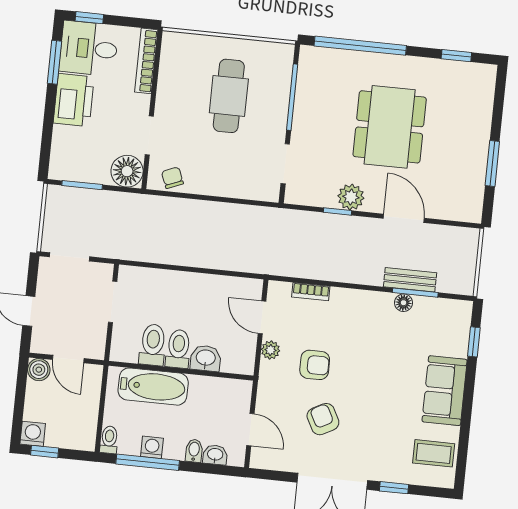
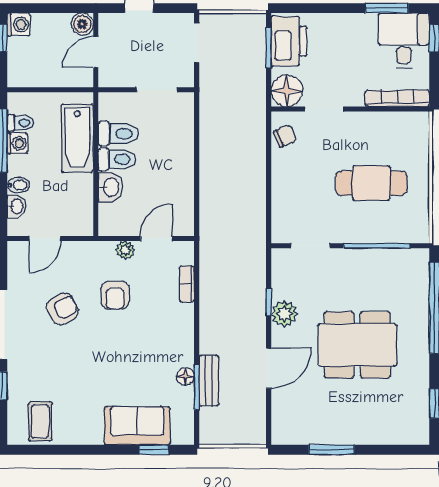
printer: (74, 100) -> (289, 41), moved, turned -90
sofa: (445, 391) -> (137, 426), moved
toilet: (109, 440) -> (21, 123), moved

